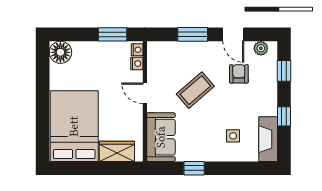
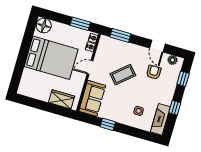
window: (193, 34) -> (120, 35), moved
door: (145, 93) -> (90, 67), hinge flipped
bed: (74, 126) -> (51, 58), moved, turned 90

